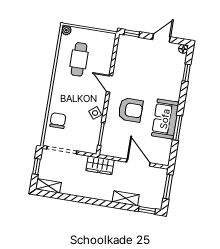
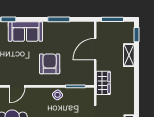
door: (109, 84) -> (17, 86), moved
sofa: (165, 119) -> (25, 32), moved

